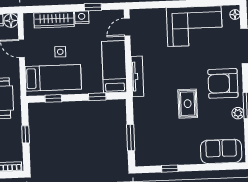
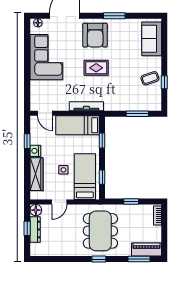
rug: (188, 104) -> (96, 68), moved
plant: (238, 113) -> (120, 24), removed
coffee table: (174, 151) -> (150, 78), added

